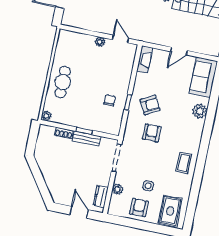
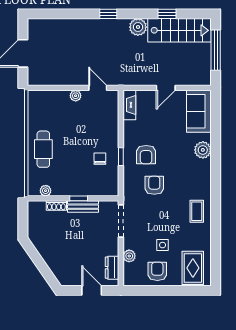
armchair: (150, 105) -> (146, 155), turned 119
plant: (46, 116) -> (46, 191), moved

